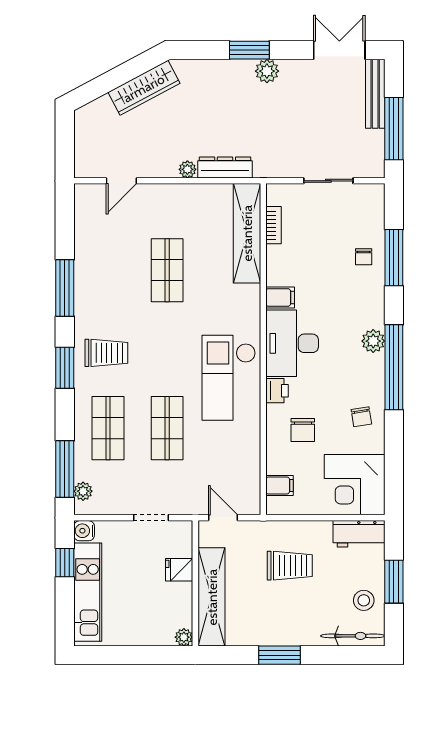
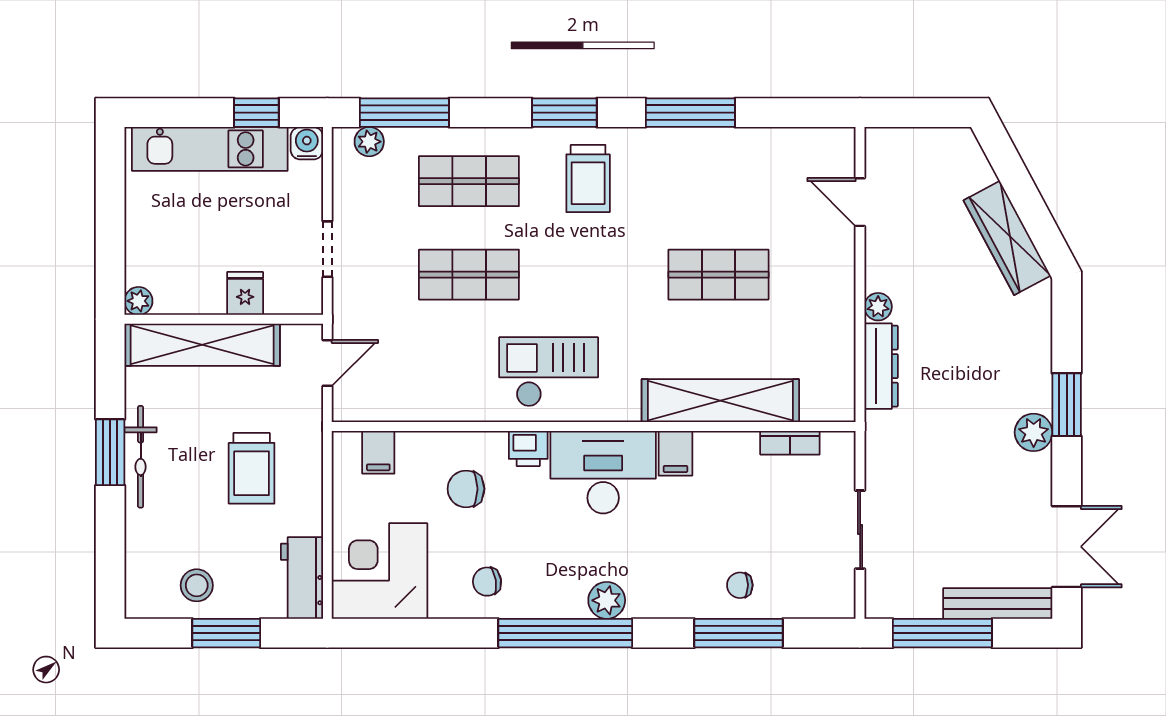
shelving: (247, 233) -> (720, 401), moved
checkout: (229, 378) -> (549, 372), width x0.73, depth x0.83
bicycle: (353, 636) -> (141, 457), moved

